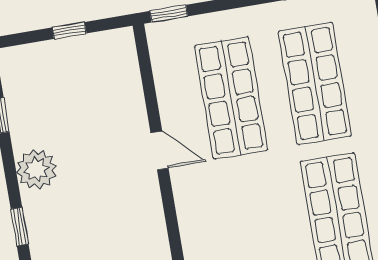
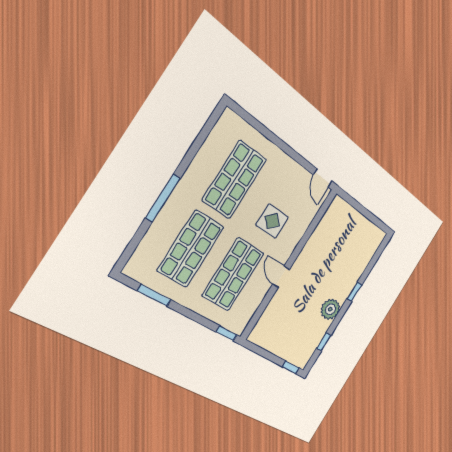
window: (69, 30) -> (291, 367), moved
display table: (241, 210) -> (272, 221), added

